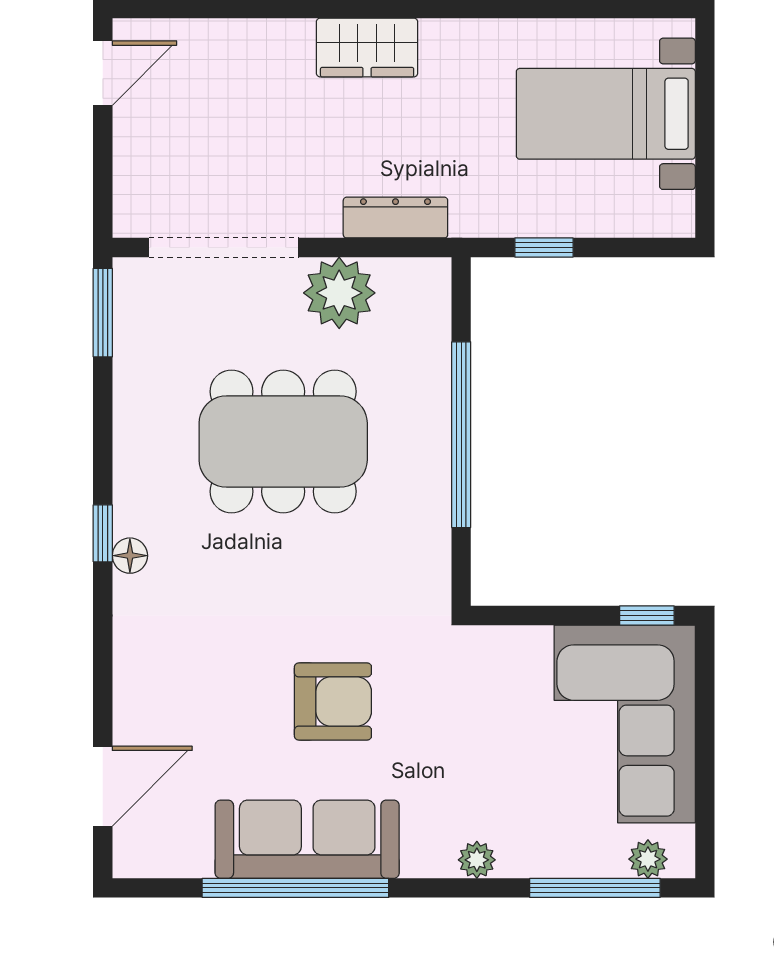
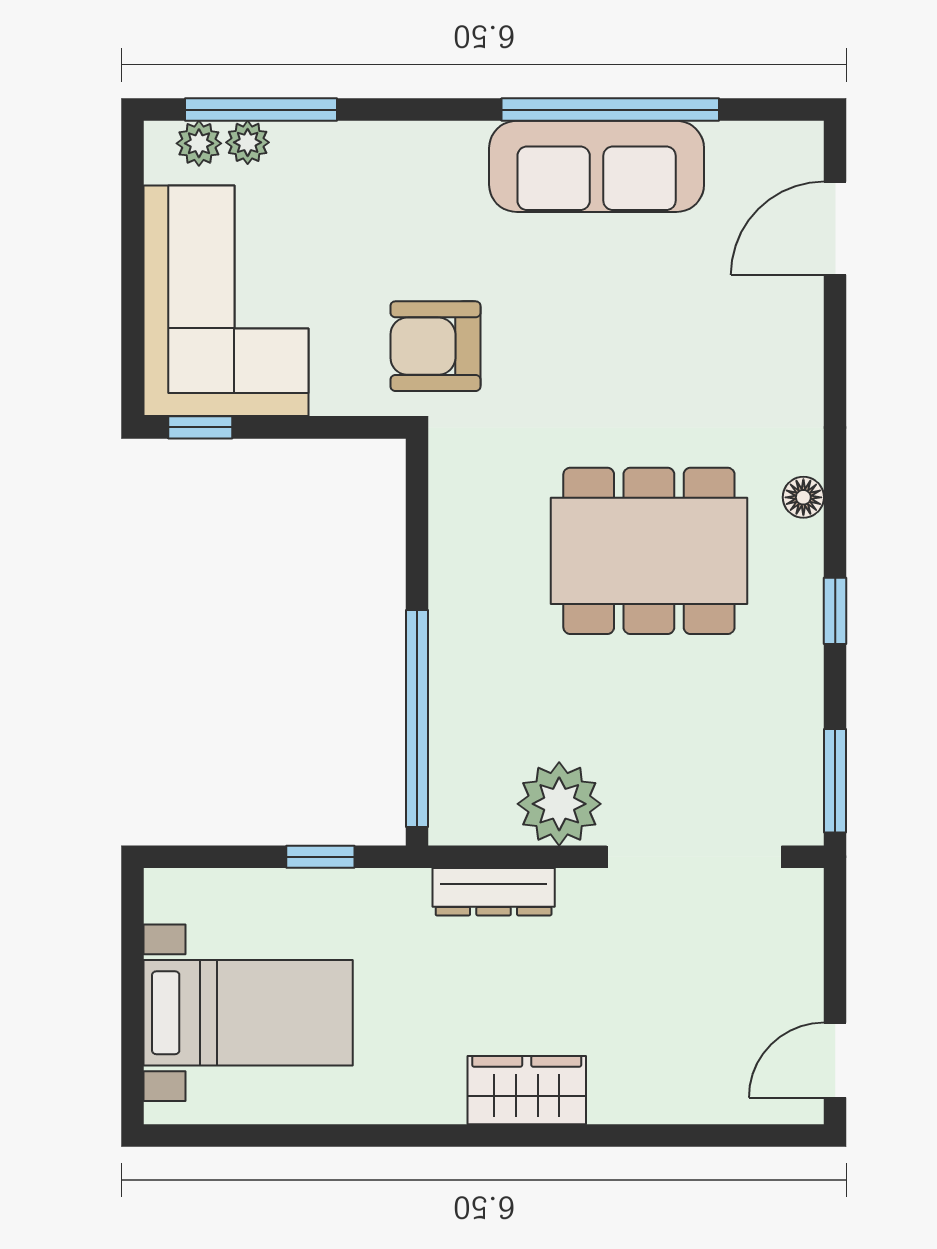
window: (461, 435) -> (417, 718), moved
dining table: (283, 441) -> (649, 551), moved
window: (103, 533) -> (835, 611), moved
armchair: (333, 702) -> (436, 346), moved
plant: (477, 860) -> (248, 142), moved

